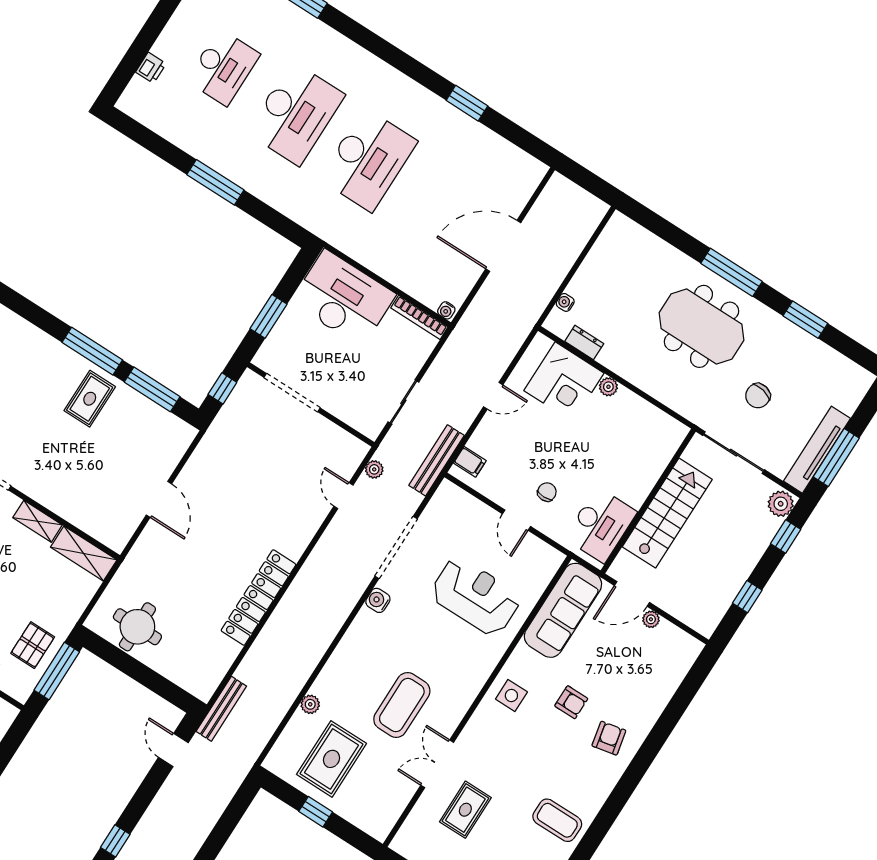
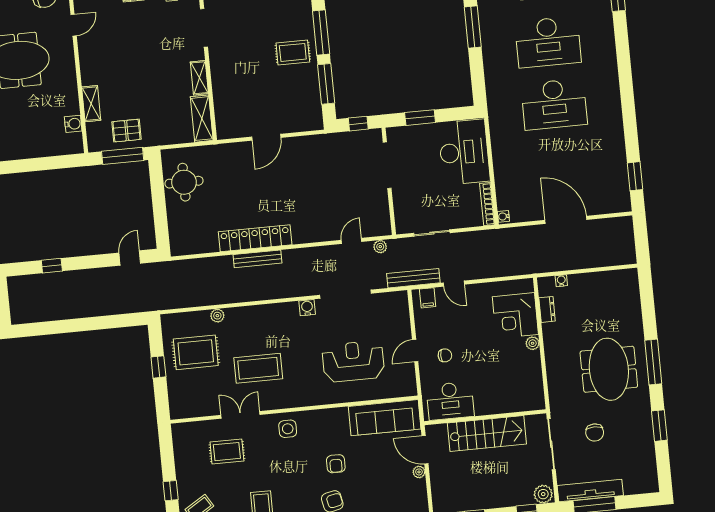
window: (467, 103) -> (635, 176), moved
door: (493, 396) -> (454, 284), moved
chair: (758, 396) -> (595, 433), turned -102
reception desk: (475, 596) -> (353, 361), turned -90
side table: (511, 695) -> (288, 429), moved
bench: (221, 709) -> (257, 259), moved

